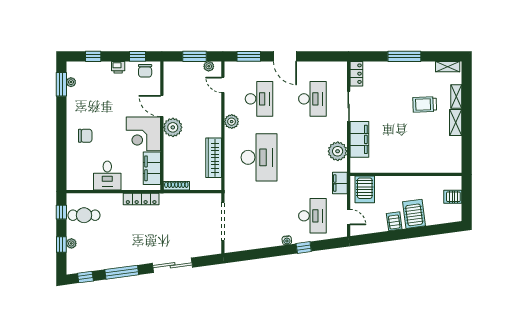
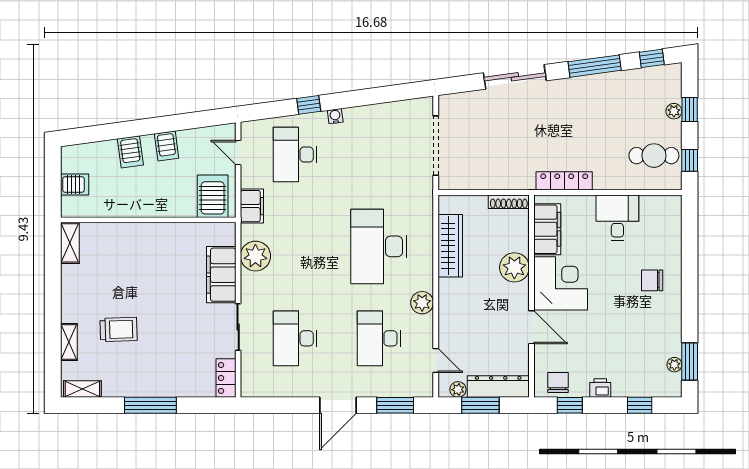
door: (285, 56) -> (338, 405), swing flipped
dresser: (183, 68) -> (498, 386), added
shelving: (456, 122) -> (70, 243), moved
plant: (173, 127) -> (514, 267), moved
server rack: (414, 214) -> (130, 152), width x0.73, depth x0.70

